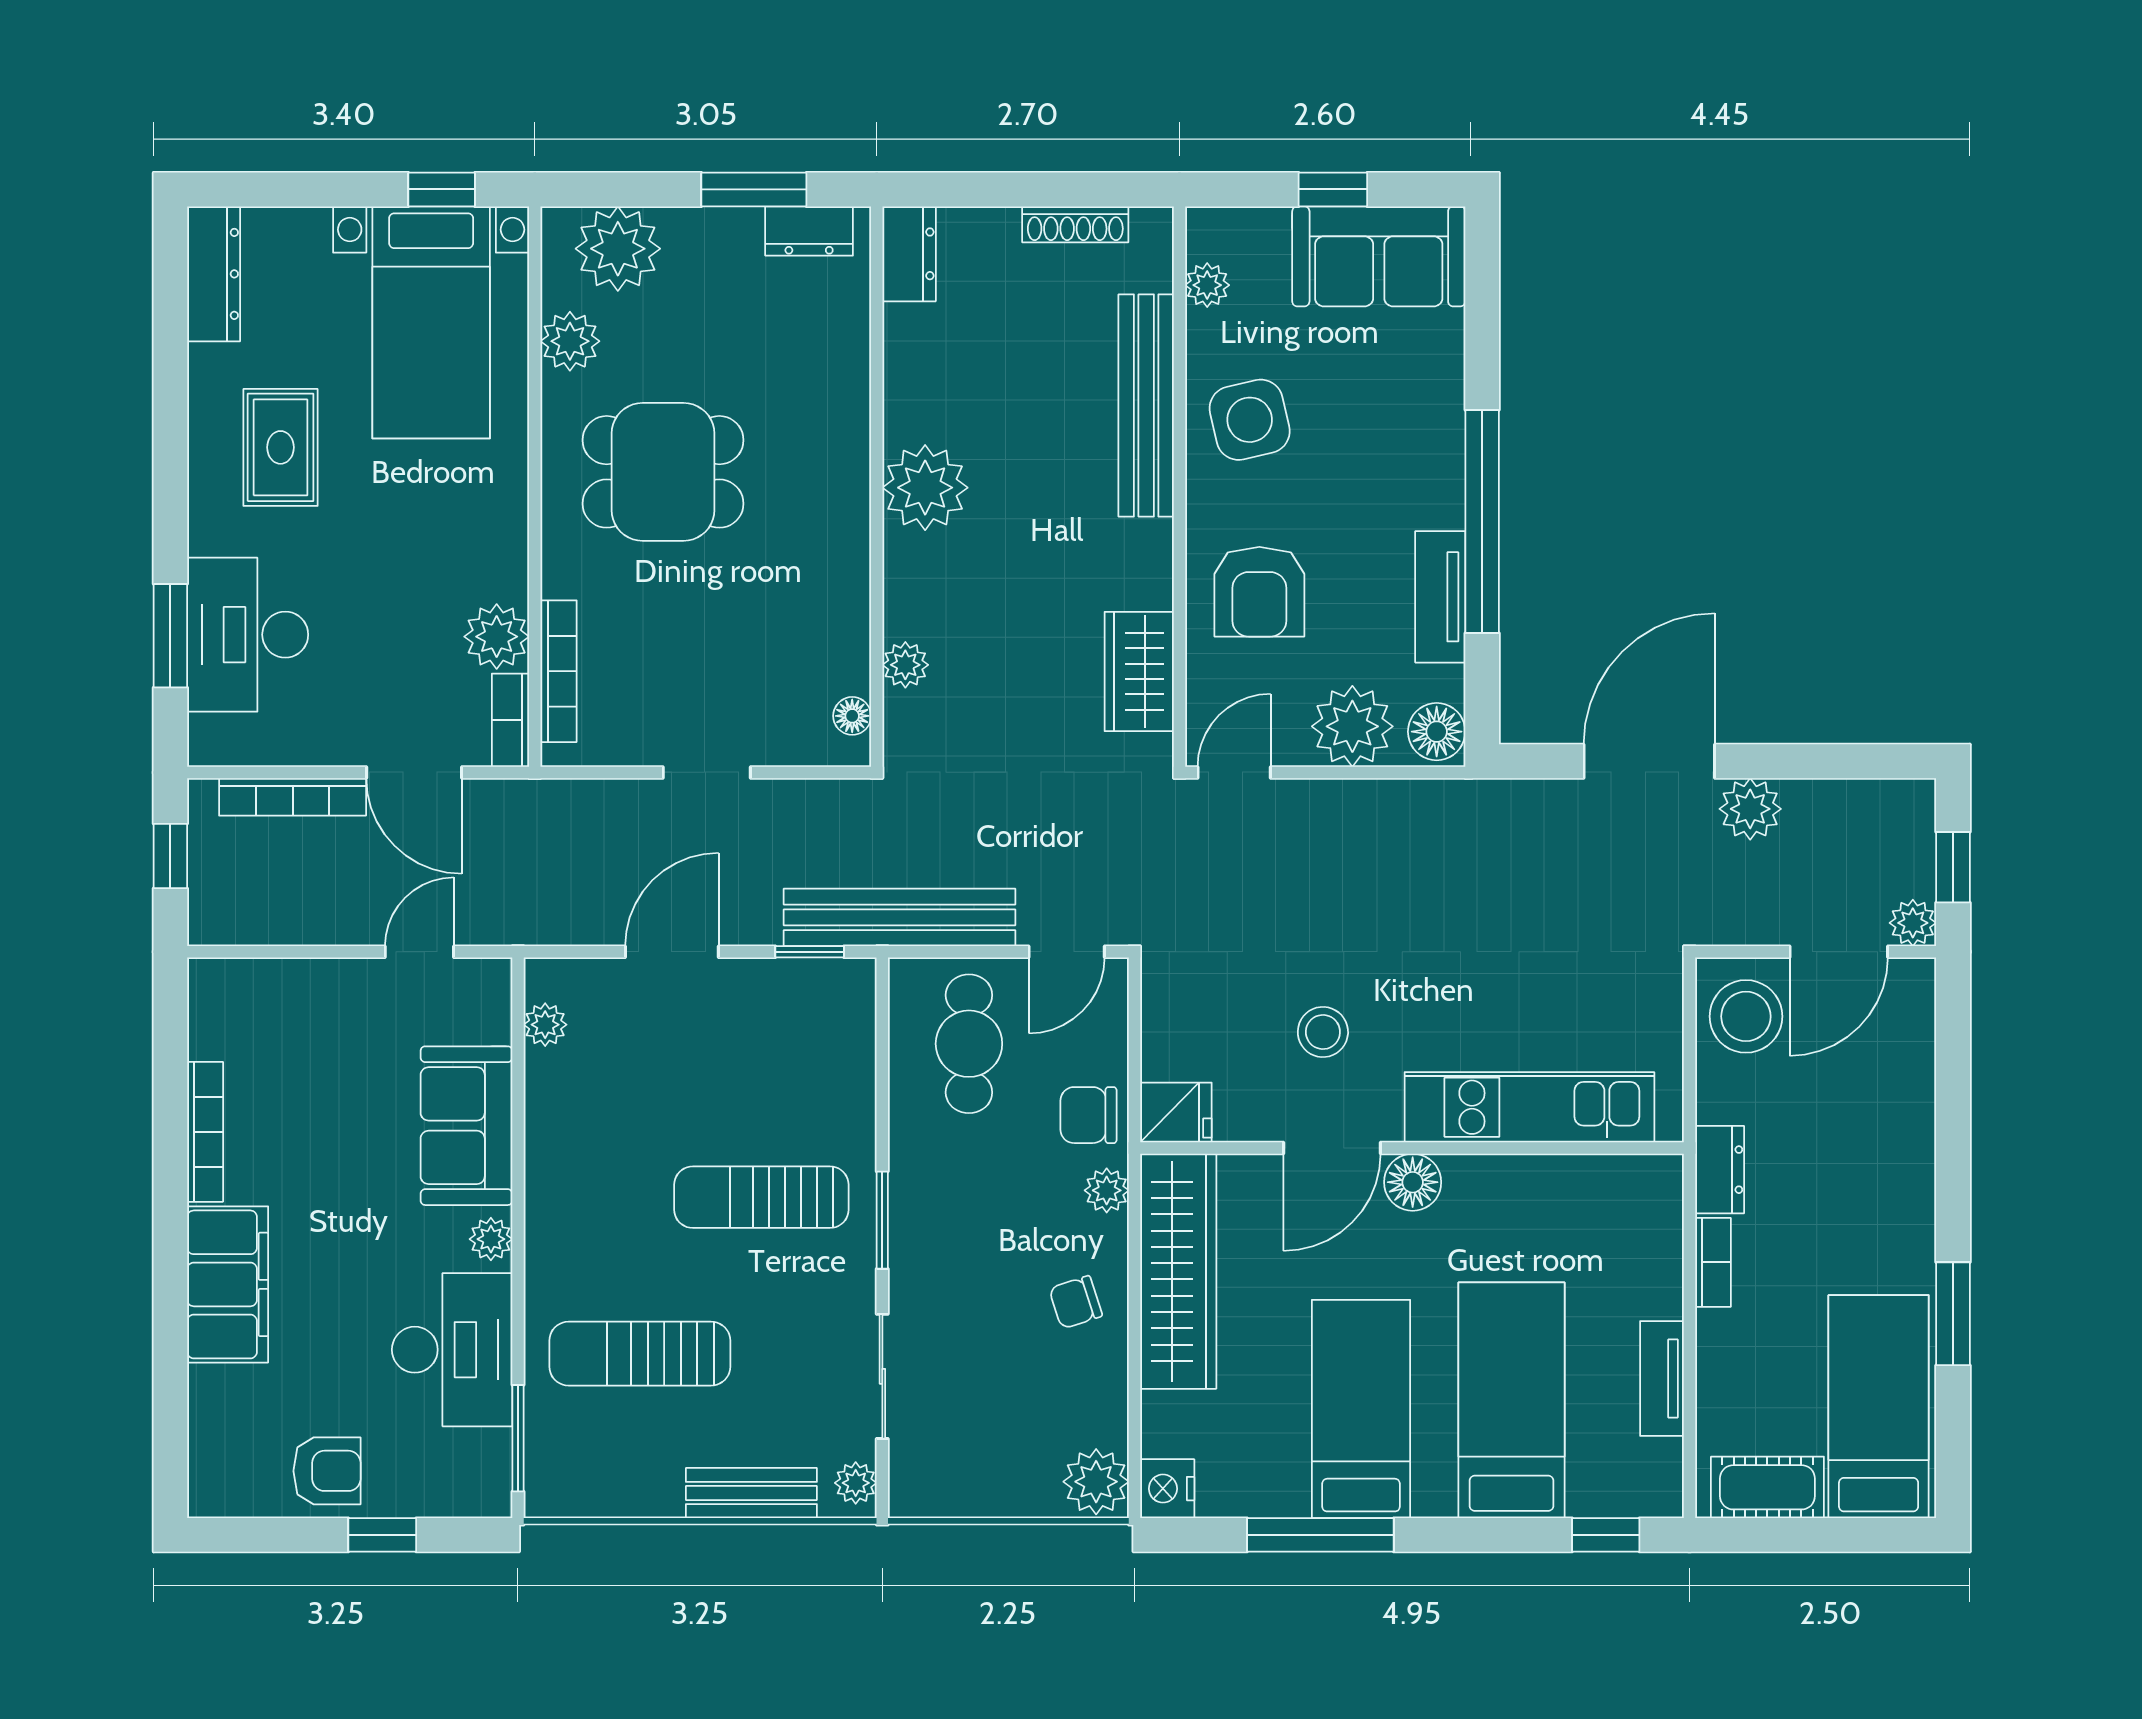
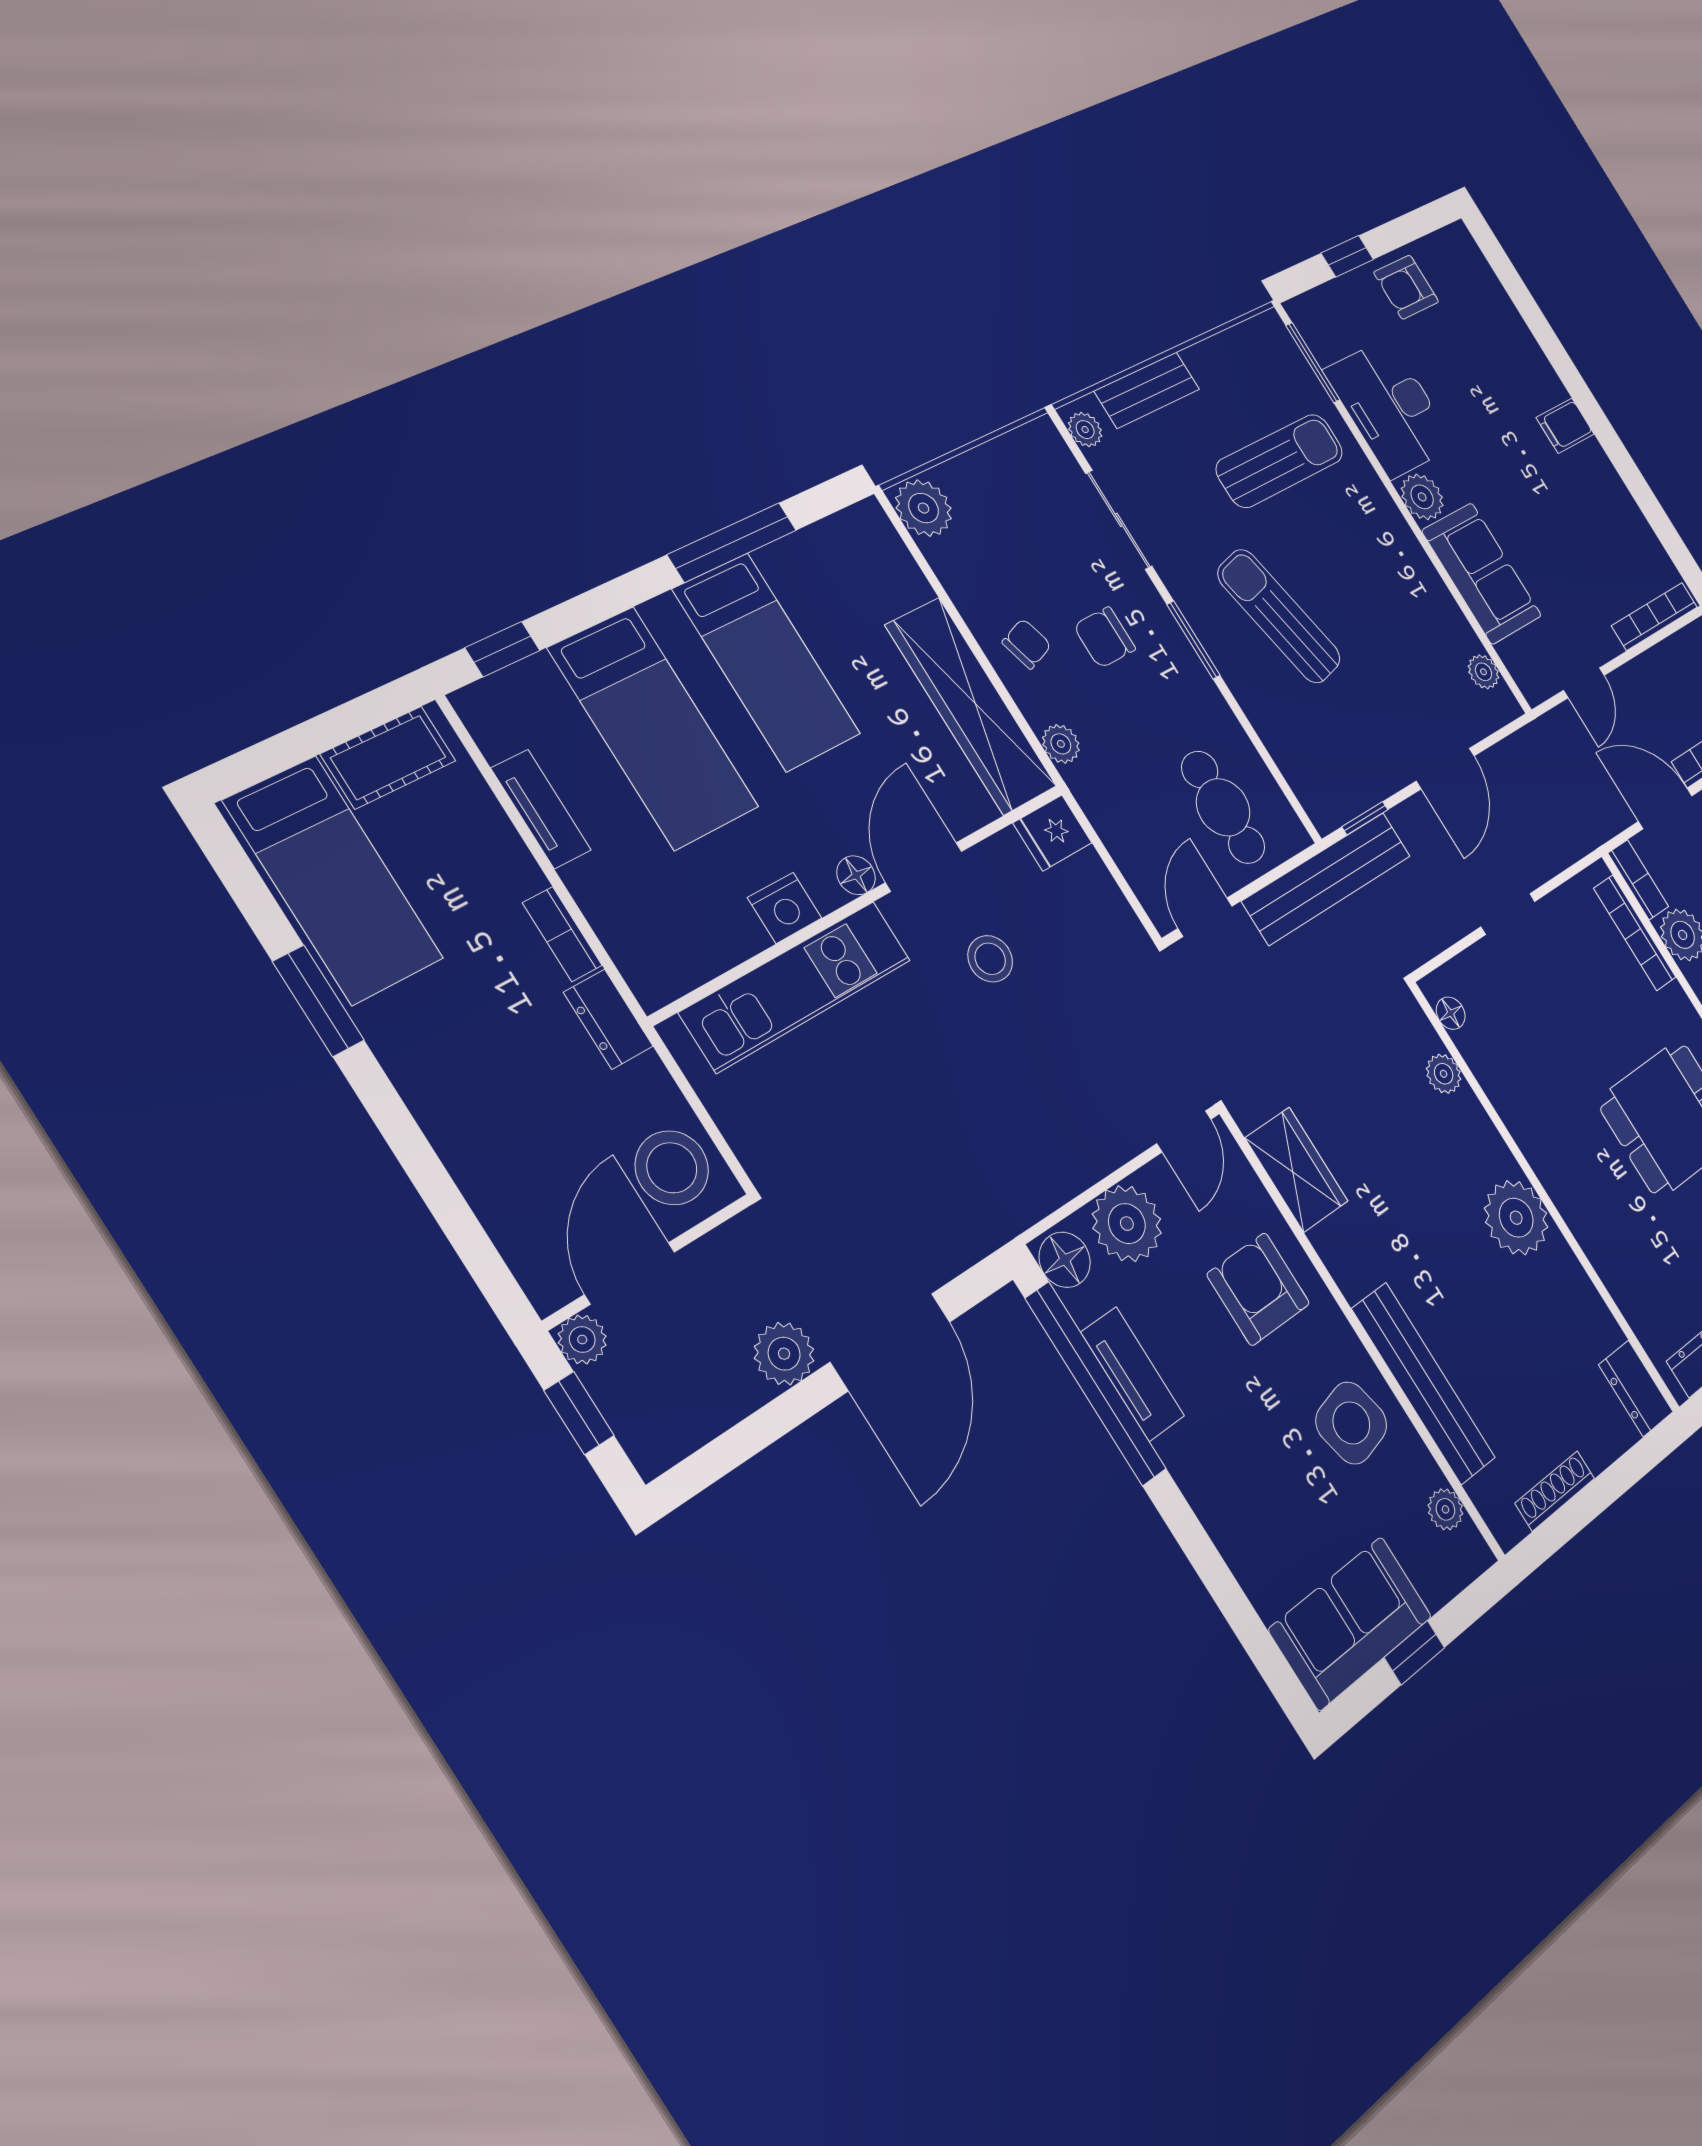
window: (1482, 522) -> (1096, 1384), moved
chair: (1089, 1115) -> (1105, 637), moved, turned 180
bookcase: (205, 1132) -> (1655, 616), moved, turned 90
floor lamp: (1413, 1182) -> (856, 875), width x0.73, depth x0.73
sun lounger: (761, 1197) -> (1279, 616), turned -103
plant: (491, 1239) -> (1422, 497), width x1.38, depth x1.38
filing cabinet: (228, 1284) -> (1565, 426), width x0.33, depth x0.86
nightstand: (1167, 1489) -> (785, 908), moved, turned 90

